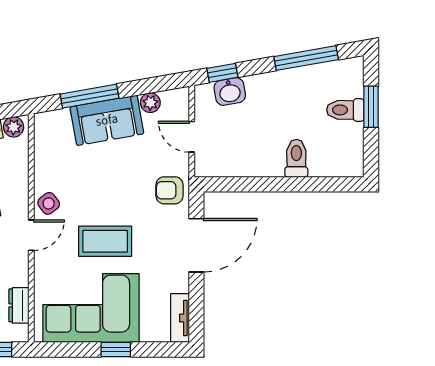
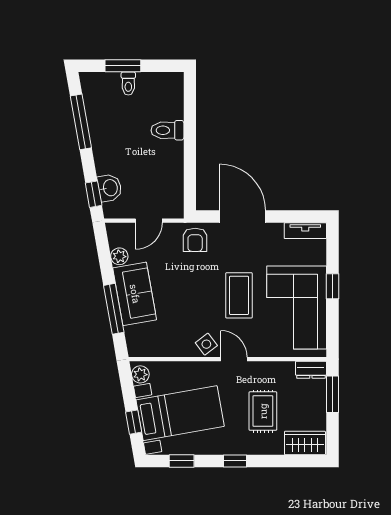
toilet: (345, 110) -> (128, 84), width x0.73, depth x0.72
dresser: (19, 305) -> (311, 370), moved

